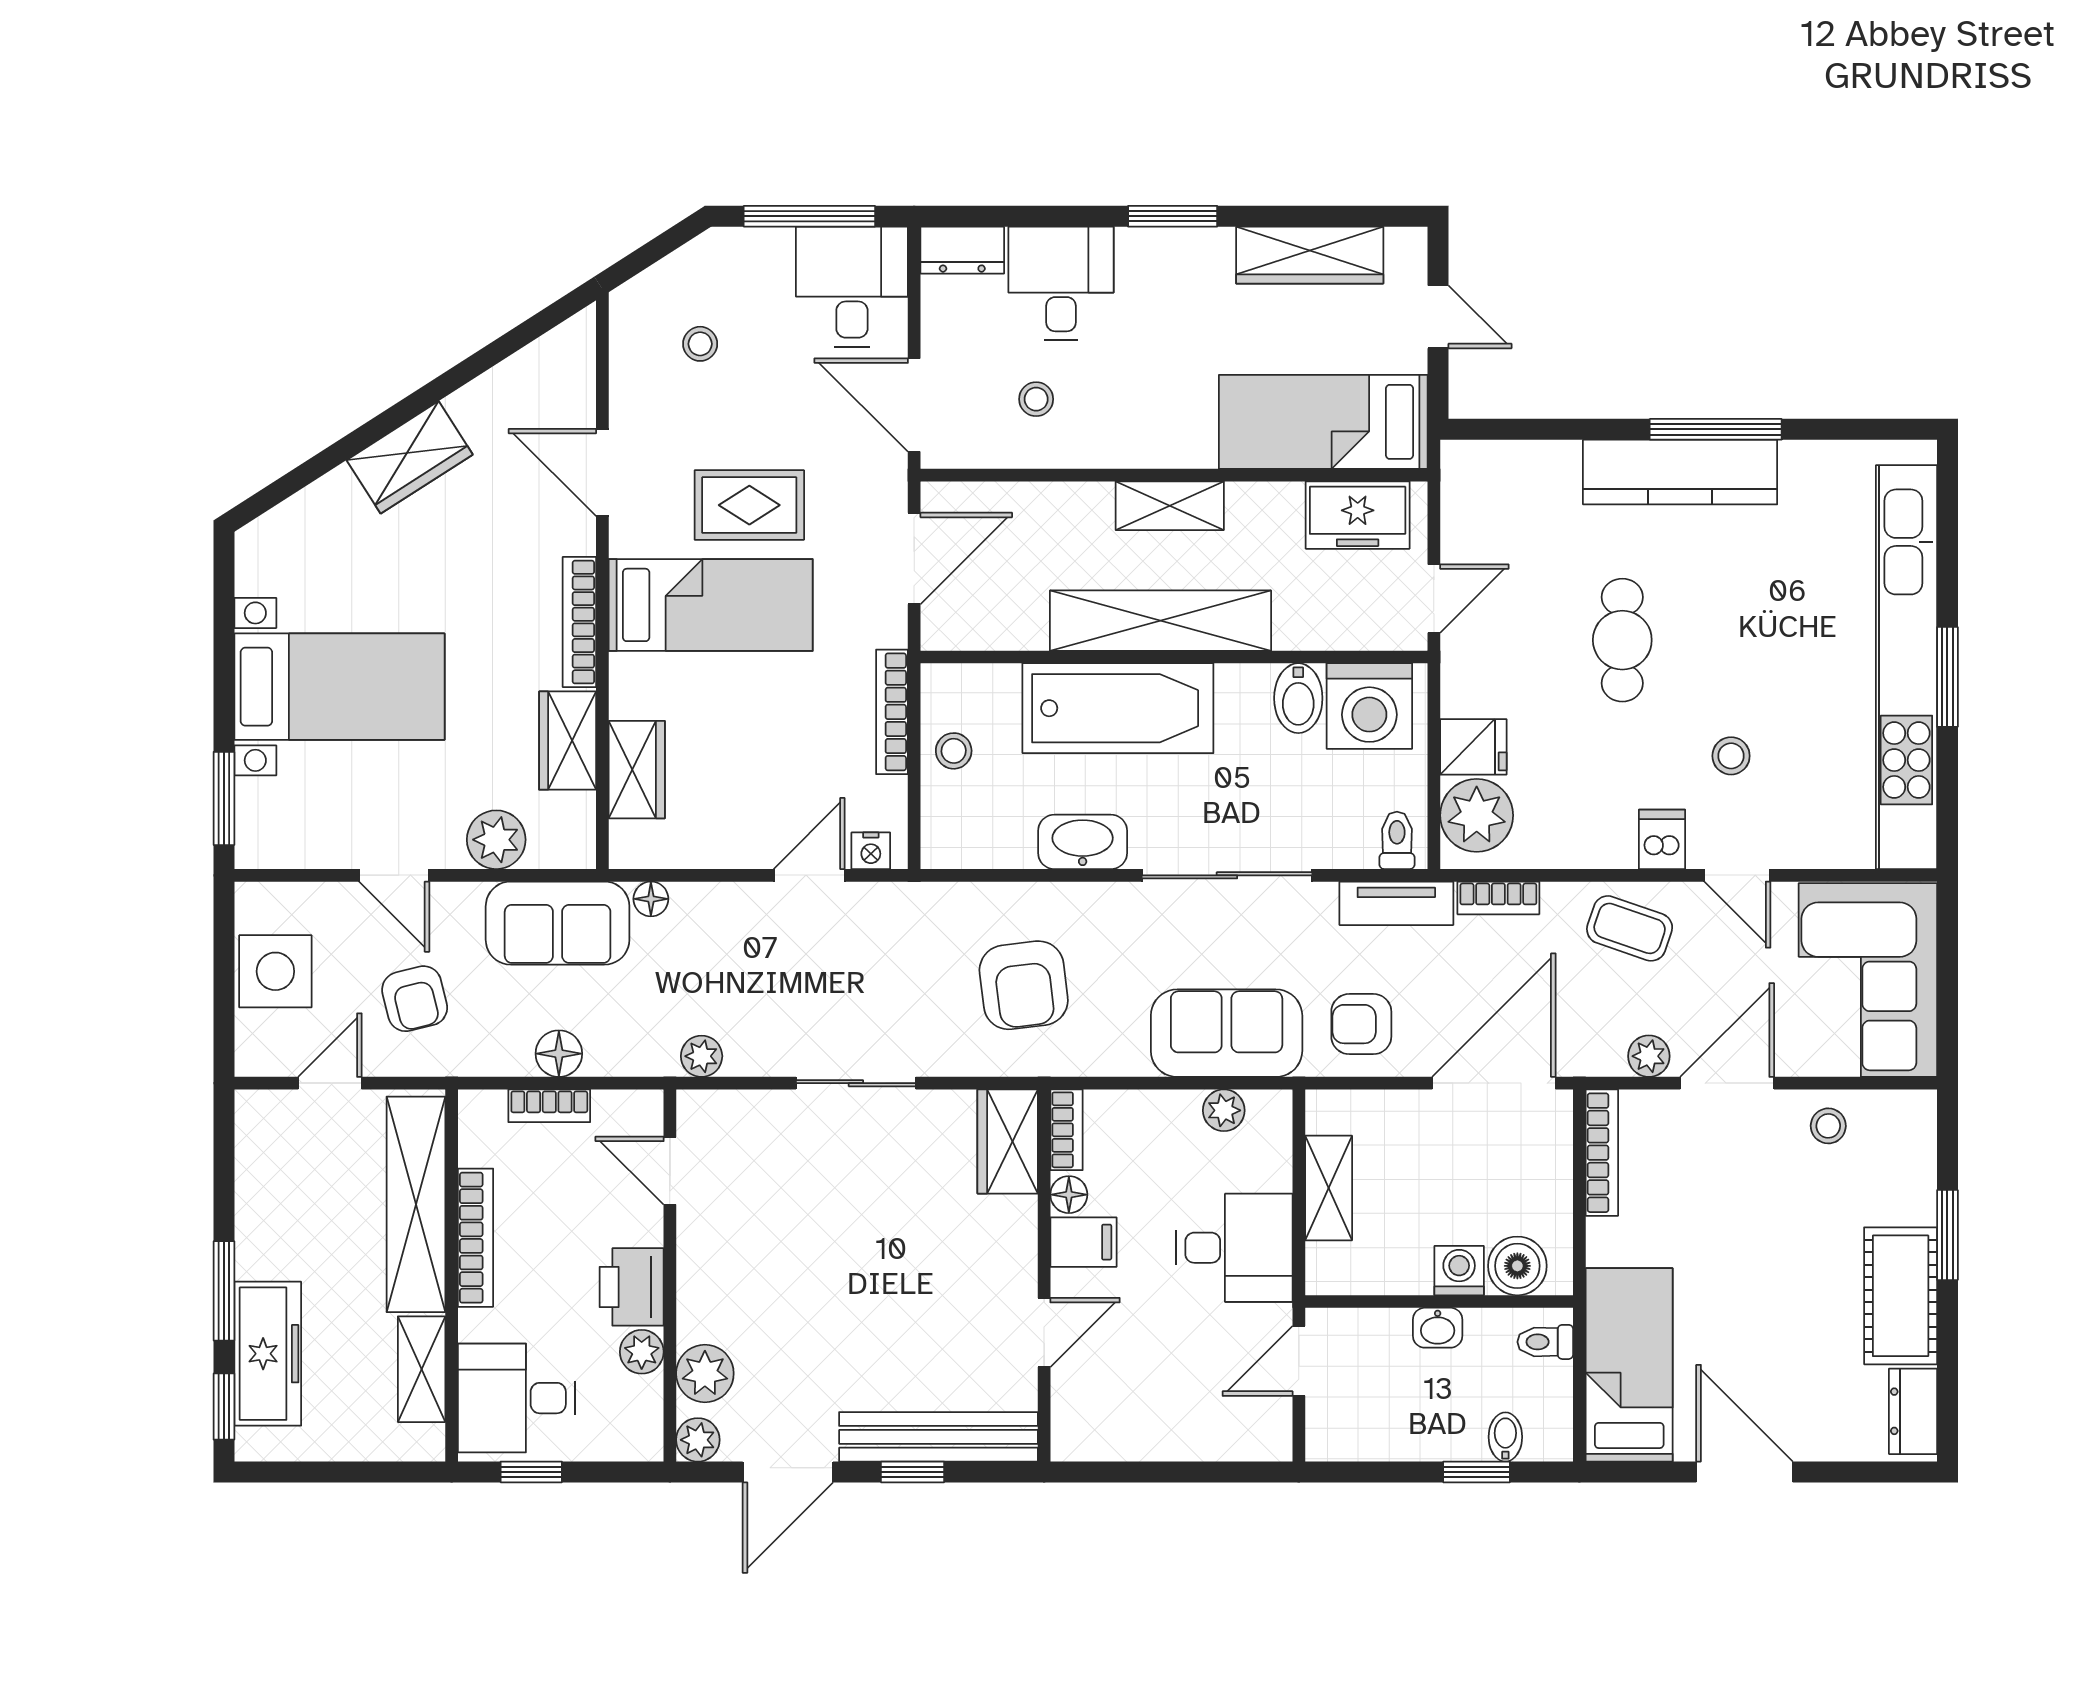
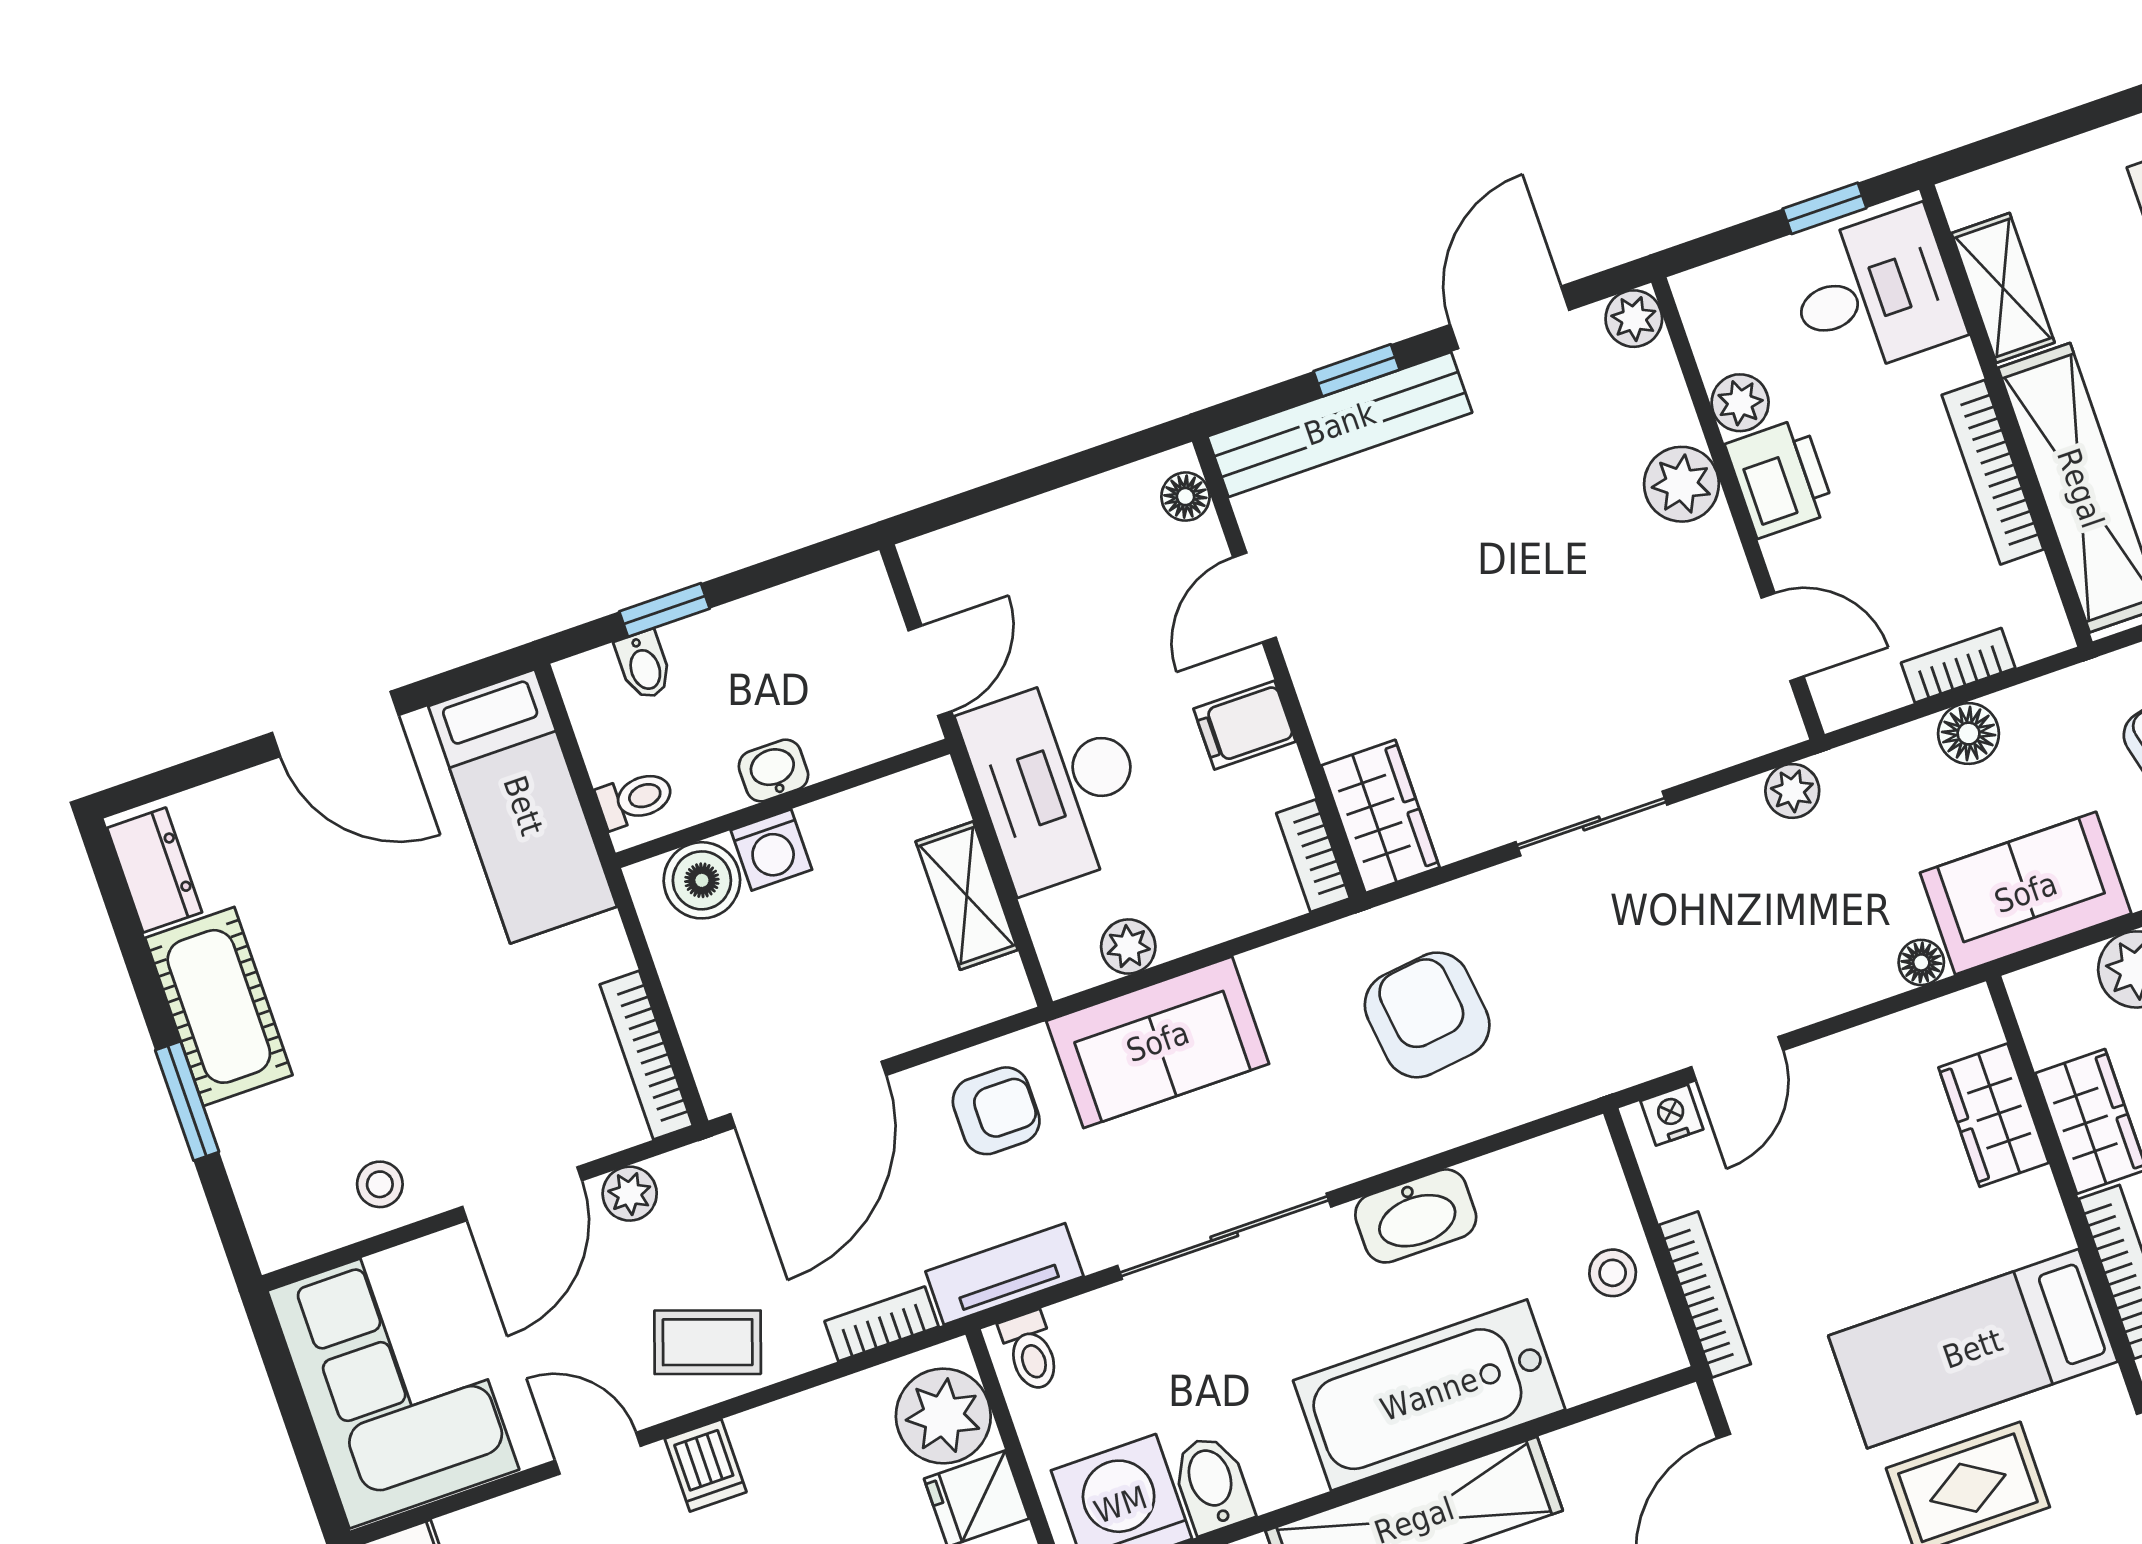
floor lamp: (1069, 1195) -> (1185, 497), moved
desk: (1234, 1248) -> (1057, 782), width x1.37
plant: (705, 1373) -> (1681, 484), moved

